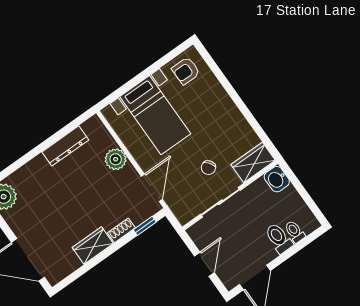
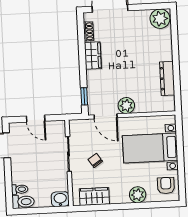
plant: (216, 96) -> (138, 195), added
plant: (116, 159) -> (126, 106), moved
wardrobe: (253, 162) -> (94, 196), moved, turned -90
shoe rack: (121, 230) -> (88, 31), moved
toilet: (279, 238) -> (23, 202), moved

